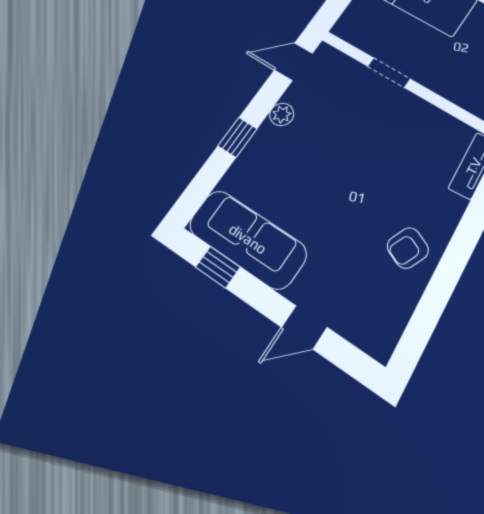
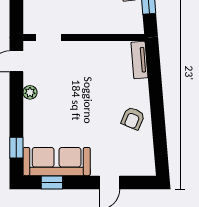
doorway: (389, 73) -> (49, 38), moved
window: (237, 137) -> (16, 148), moved

